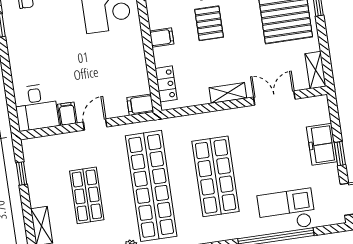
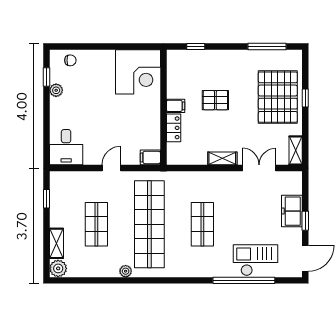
pallet: (209, 23) -> (215, 100), turned 90
plant: (14, 40) -> (56, 90), added
locker: (166, 84) -> (174, 128), moved
filing cabinet: (67, 114) -> (90, 156), removed
shop shelf: (216, 176) -> (202, 224), width x0.70, depth x0.74

